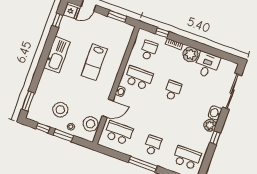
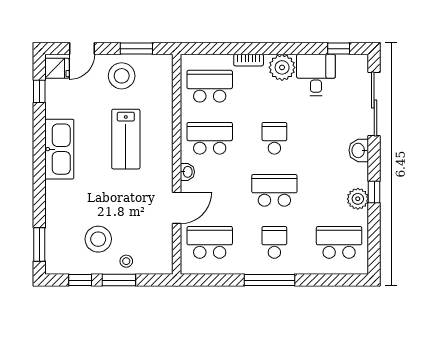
window: (162, 33) -> (339, 49), moved
school desk: (149, 50) -> (210, 86), width x1.85
school desk: (163, 118) -> (274, 190), added
stool: (90, 124) -> (122, 76), moved
plant: (210, 125) -> (358, 199), moved

